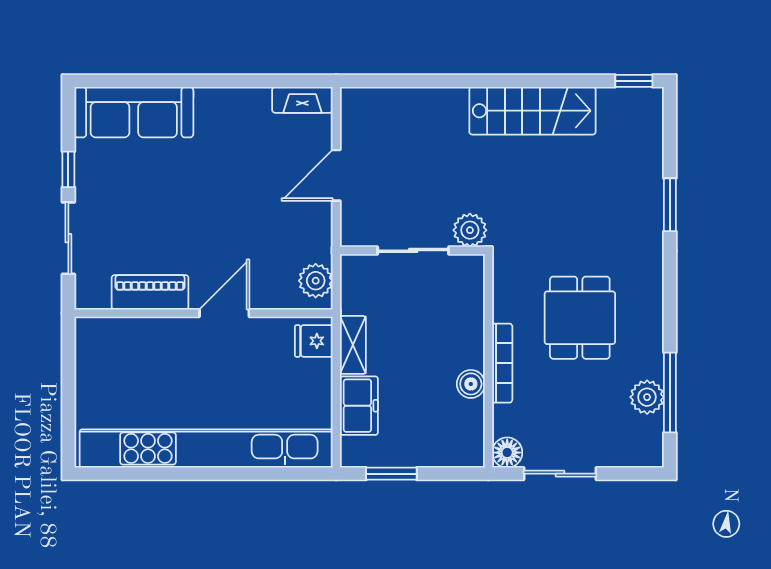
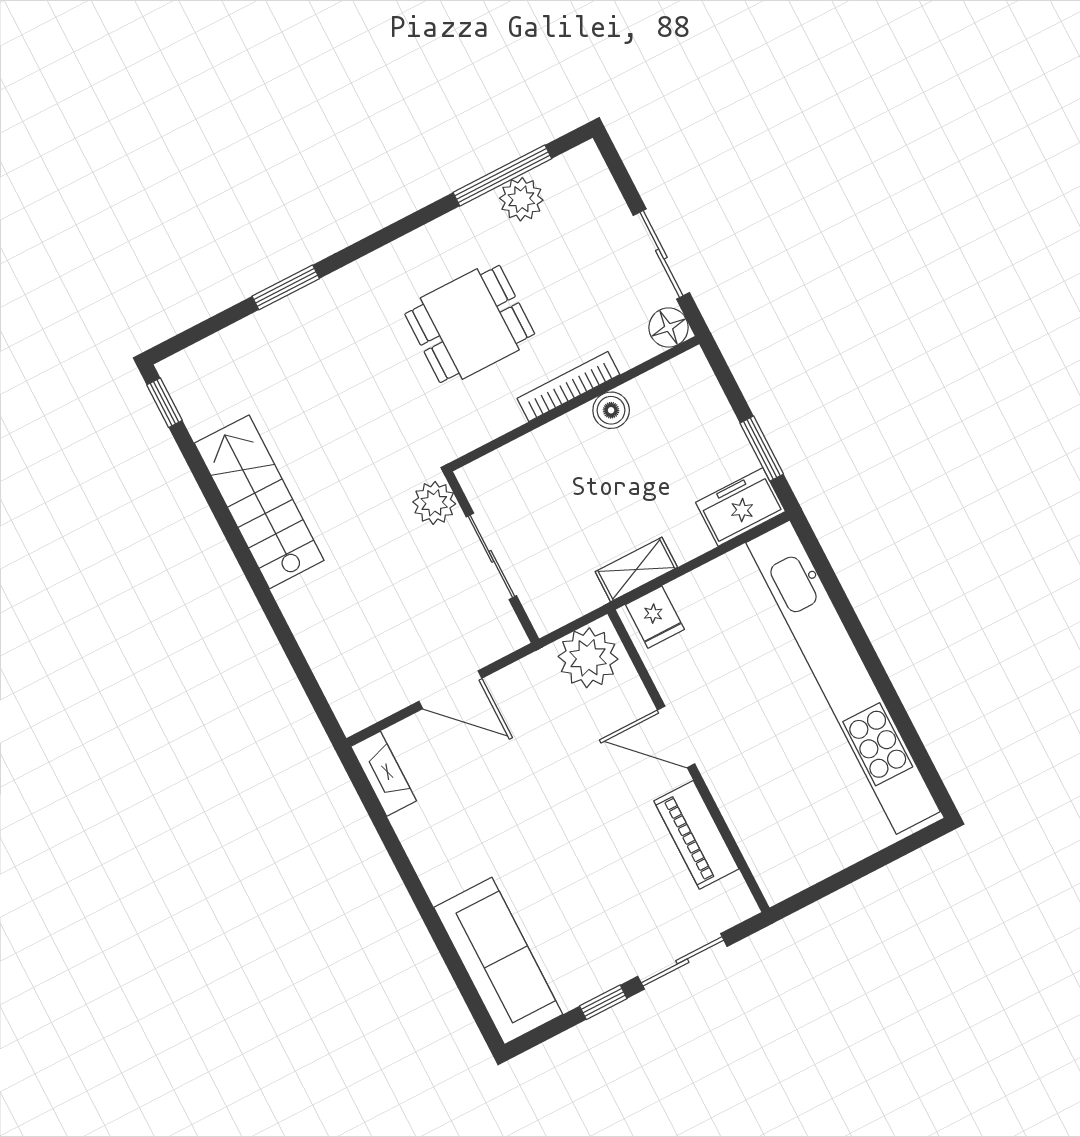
plant: (316, 281) -> (588, 658), width x1.36, depth x1.36
freezer: (359, 406) -> (740, 507), moved

